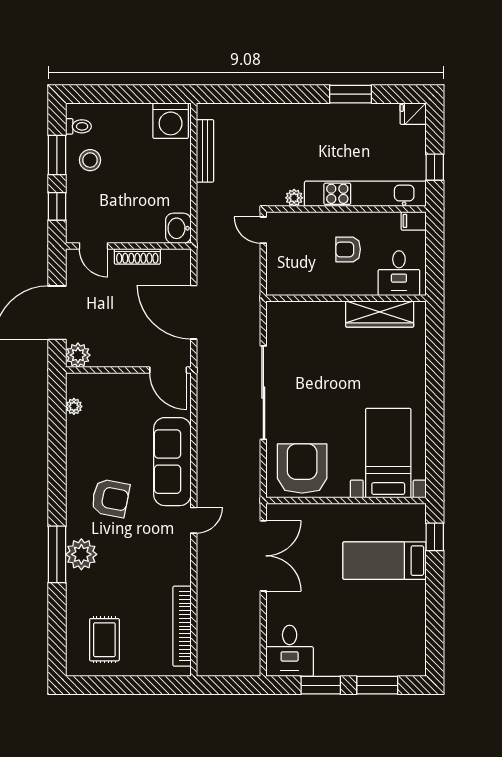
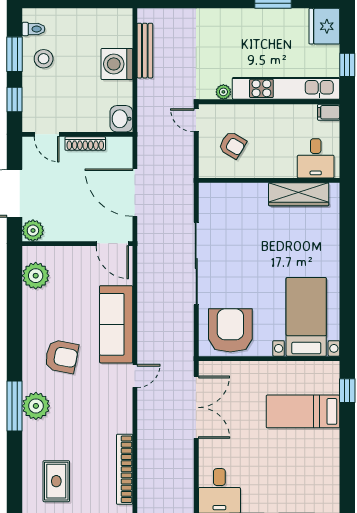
fridge: (413, 114) -> (324, 26), width x1.88, depth x1.34
washing machine: (171, 121) -> (117, 64), moved, turned 90
armchair: (348, 249) -> (233, 145), moved, turned -149
plant: (74, 406) -> (36, 276), width x1.88, depth x1.88

